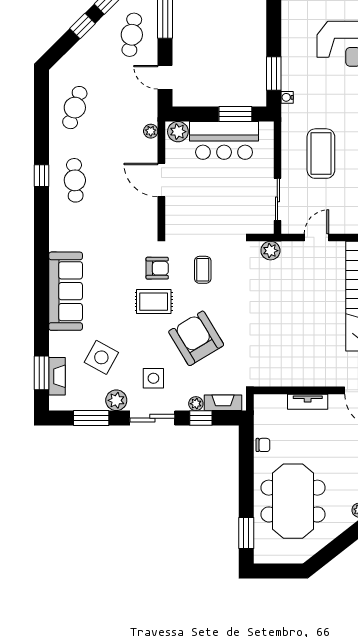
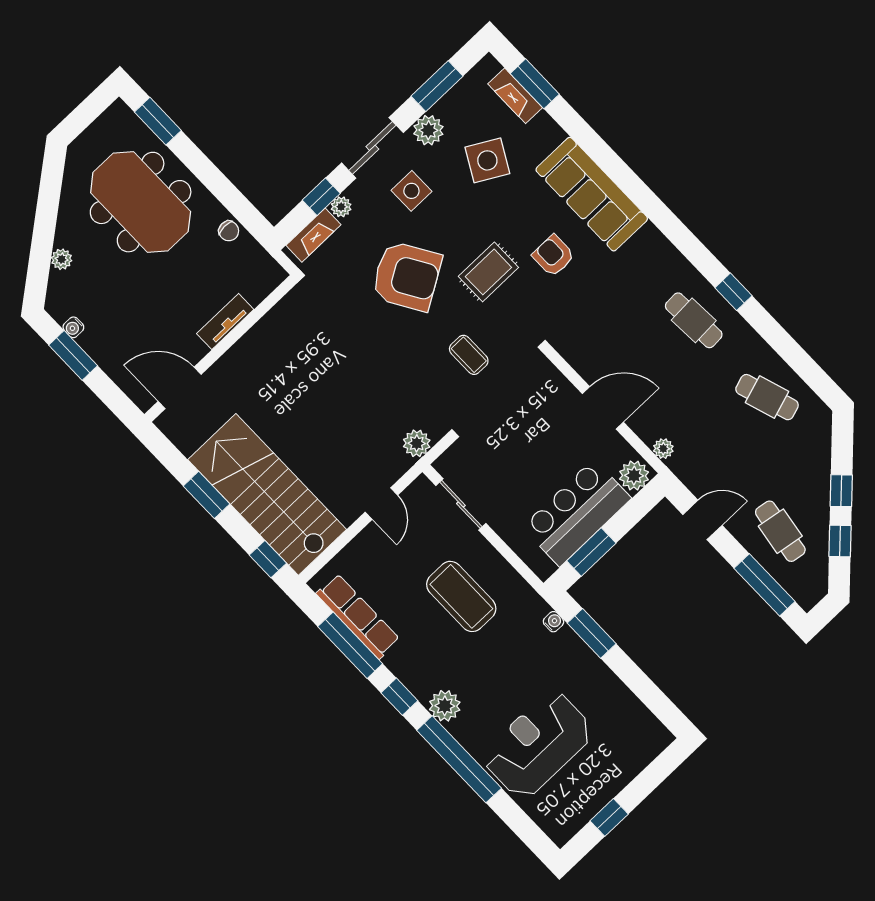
cafe table: (75, 108) -> (767, 397), turned -36
armchair: (157, 268) -> (553, 256), moved, turned 90
chair: (263, 445) -> (229, 231), turned -92

